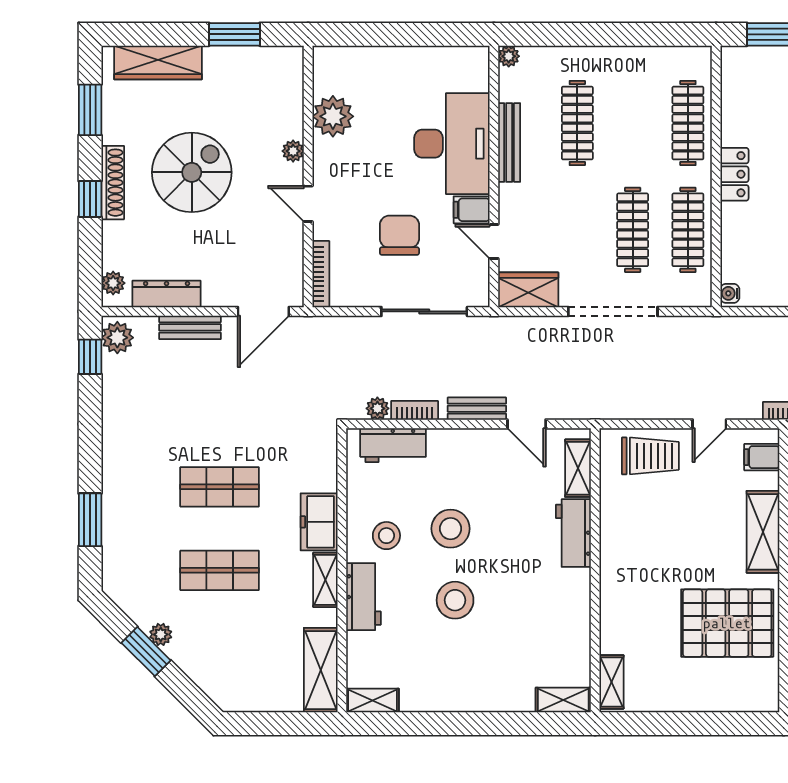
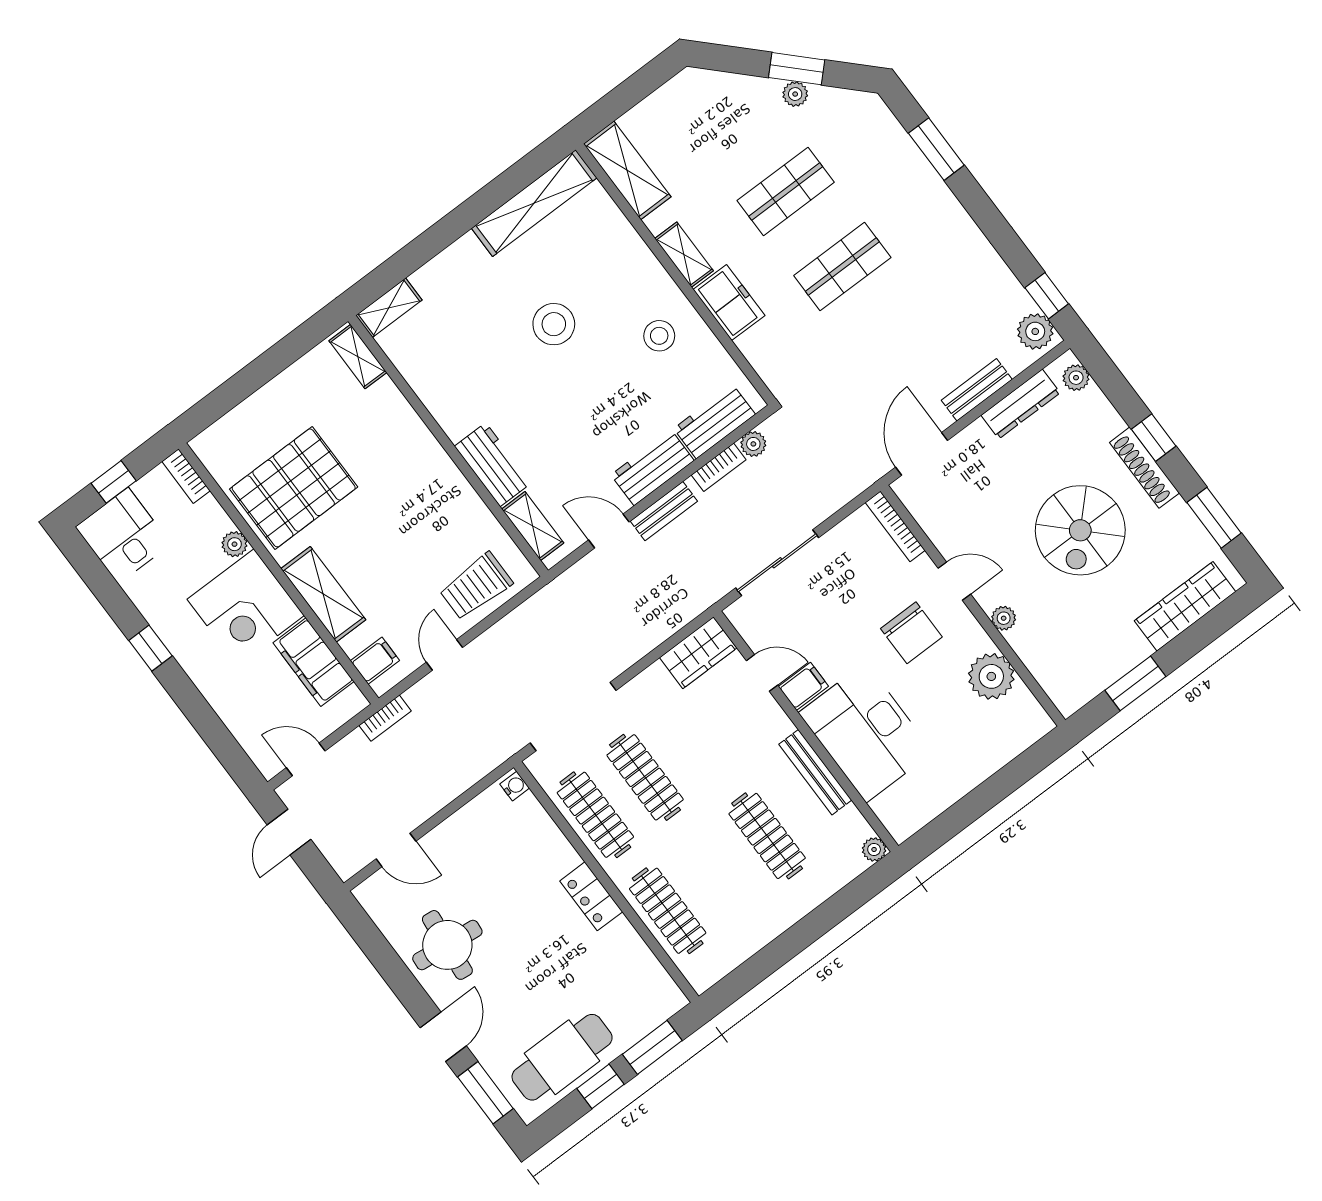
chair: (399, 235) -> (911, 633), moved
doorway: (613, 311) -> (573, 717), moved
stool: (451, 529) -> (606, 385), removed
workbench: (363, 597) -> (652, 468), moved, turned 90
shelving: (373, 701) -> (534, 203), width x2.20, depth x1.33

